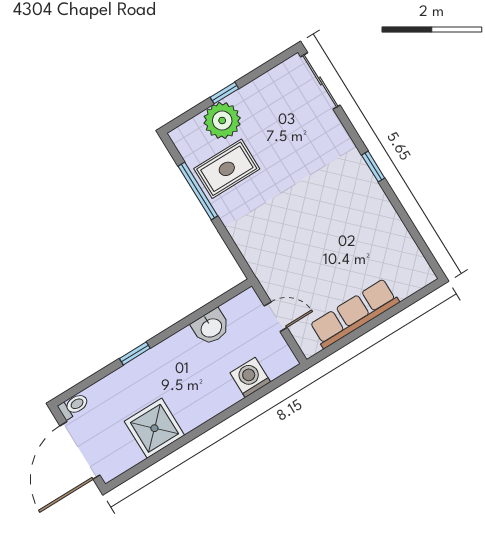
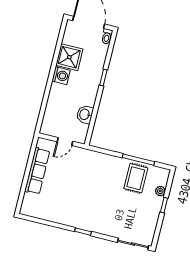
plant: (222, 120) -> (160, 191), width x0.53, depth x0.53
washing machine: (250, 377) -> (61, 76), moved

